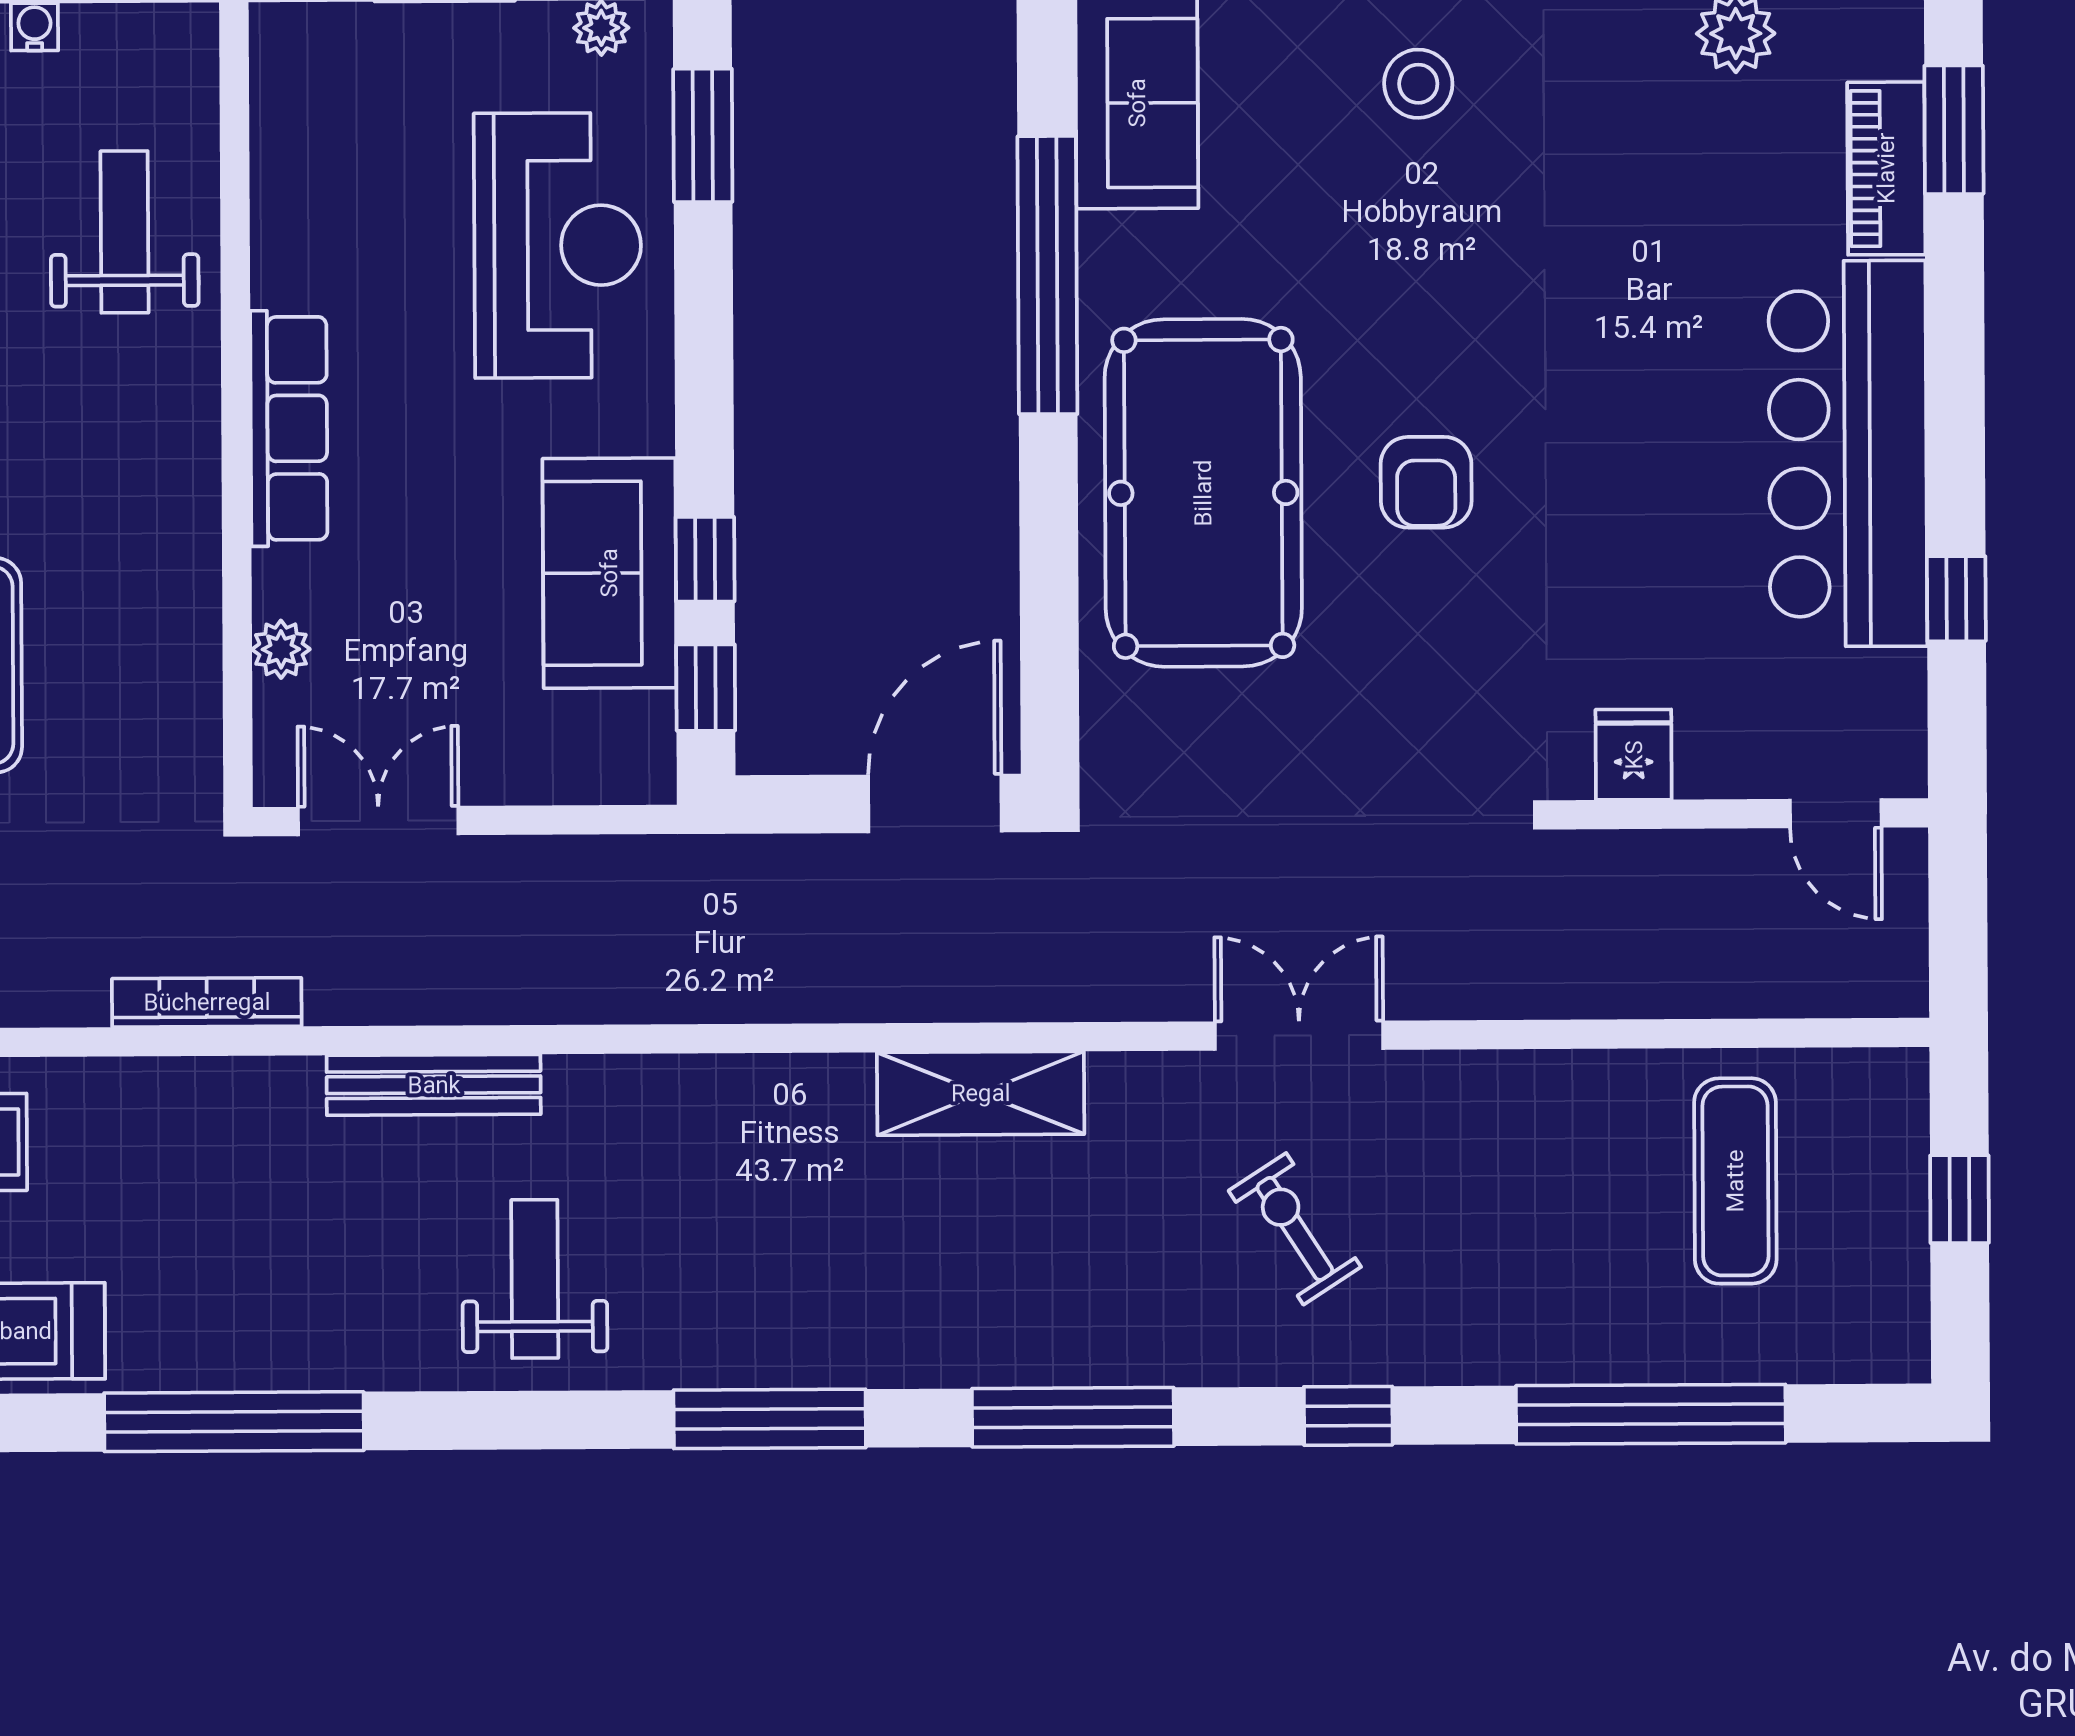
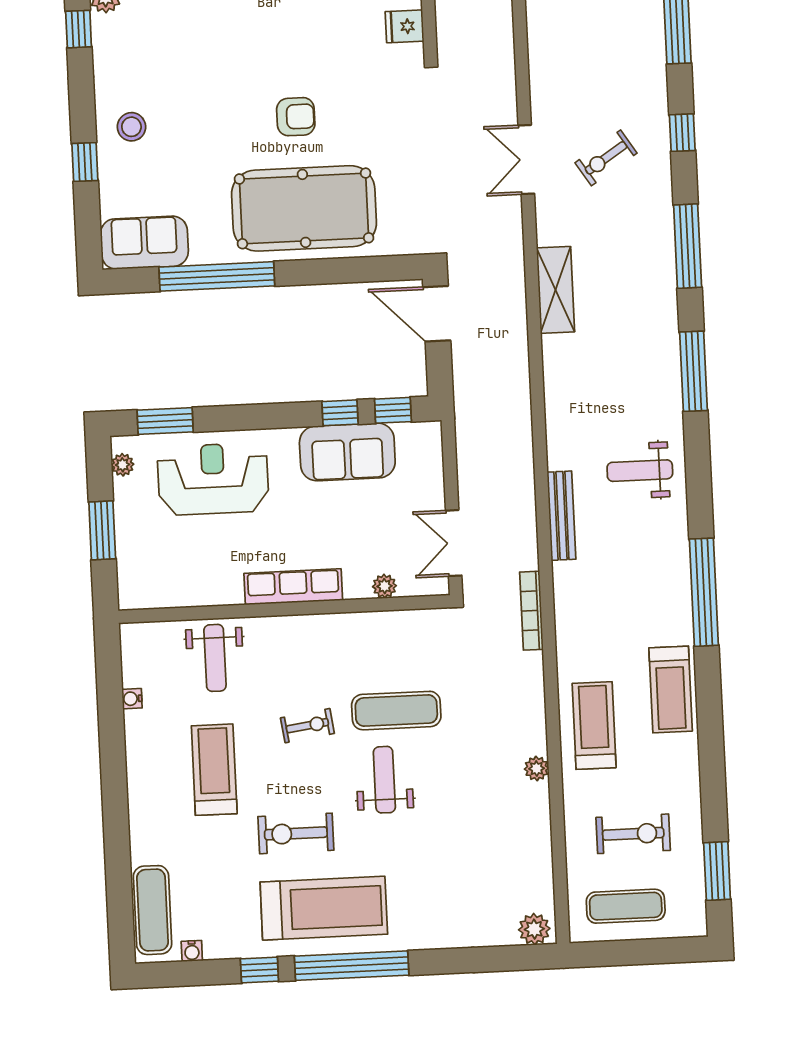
weight bench: (124, 232) -> (215, 658), turned -90

